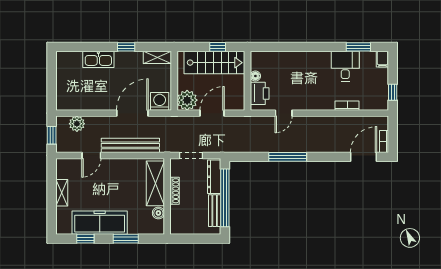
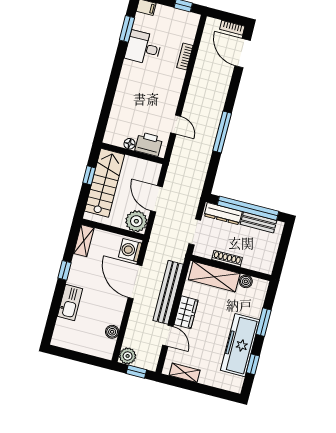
boiler: (82, 104) -> (112, 332), added
plant: (77, 124) -> (128, 356), moved
wardrobe: (117, 166) -> (186, 312), added
shelving: (62, 193) -> (185, 373), moved

